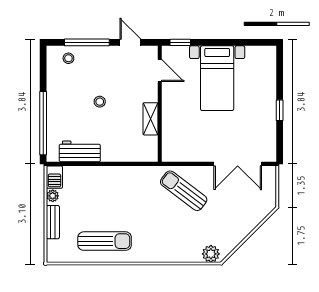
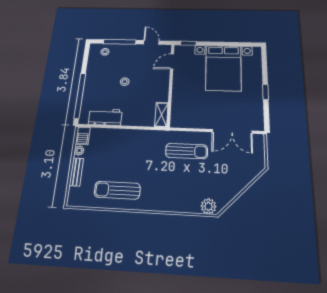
door: (160, 71) -> (172, 61), swing flipped
bed with nightstands: (217, 78) -> (223, 68), width x1.36
shelving: (150, 119) -> (161, 115), moved
sun lounger: (184, 191) -> (187, 151), turned 143
sun lounger: (105, 241) -> (117, 190), turned 180

